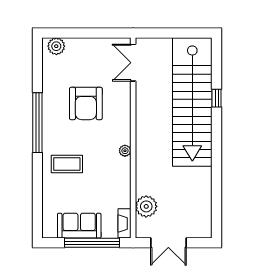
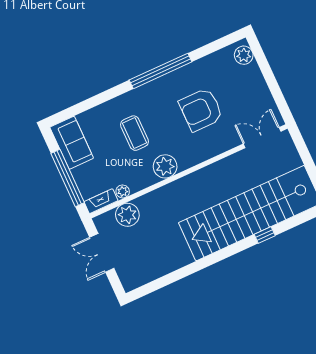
plant: (125, 151) -> (165, 166), width x1.88, depth x1.88
coffee table: (67, 164) -> (135, 133), moved
plant: (125, 201) -> (123, 191), added
sofa: (79, 226) -> (72, 143), moved

